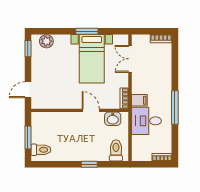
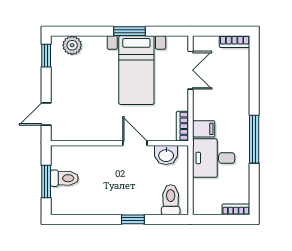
double door: (130, 59) -> (191, 70), swing flipped
toilet: (41, 150) -> (64, 178), moved

